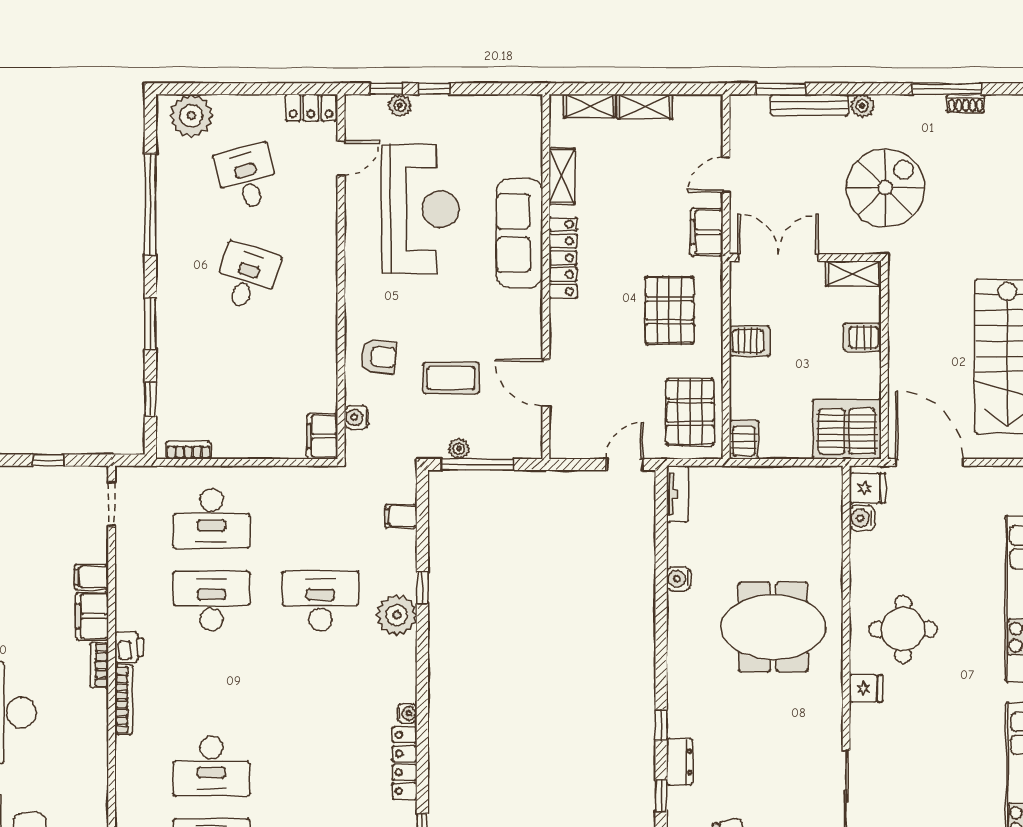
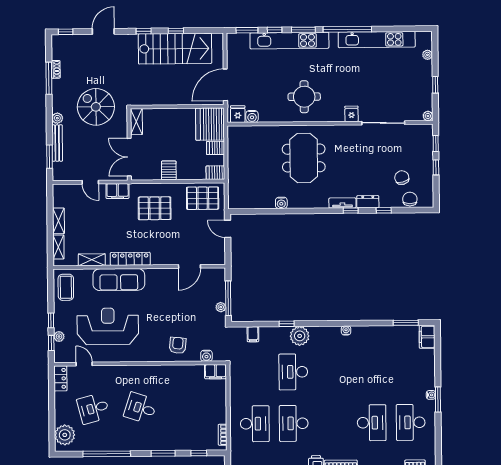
server rack: (862, 337) -> (215, 148), moved, turned 90
coffee table: (451, 378) -> (66, 287), moved
tv unit: (677, 494) -> (342, 203), moved
fridge: (866, 688) -> (351, 114), moved
locker: (405, 763) -> (369, 332), removed

